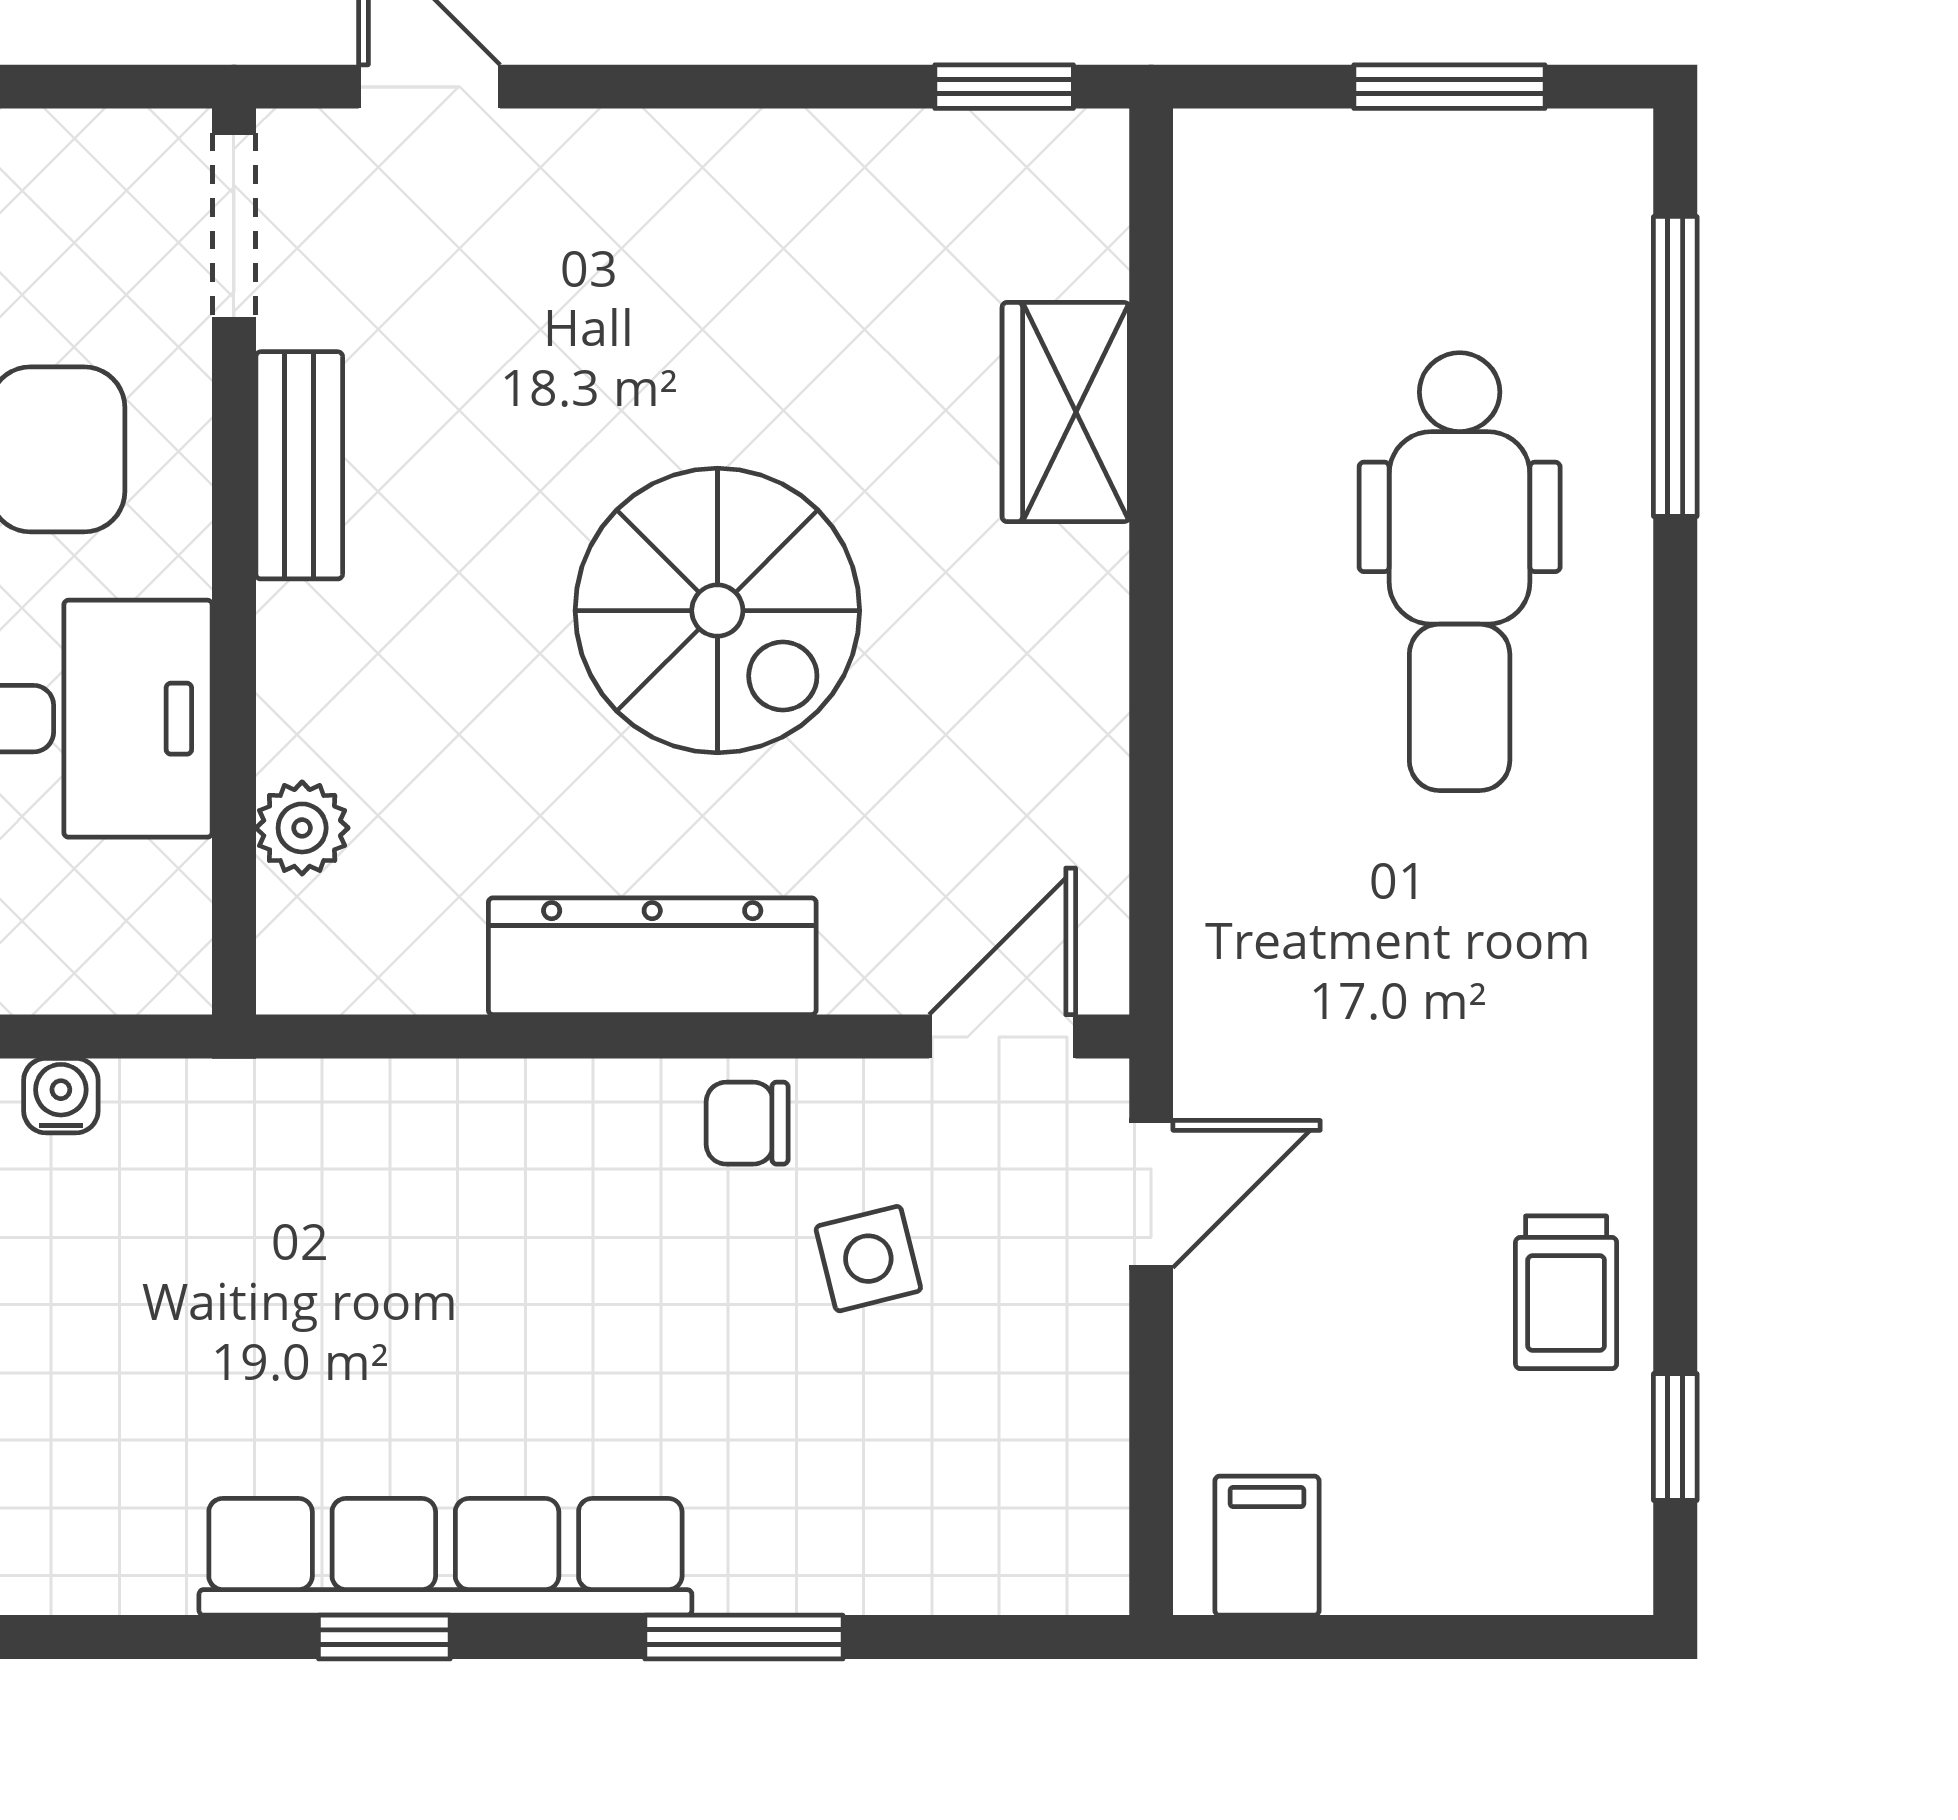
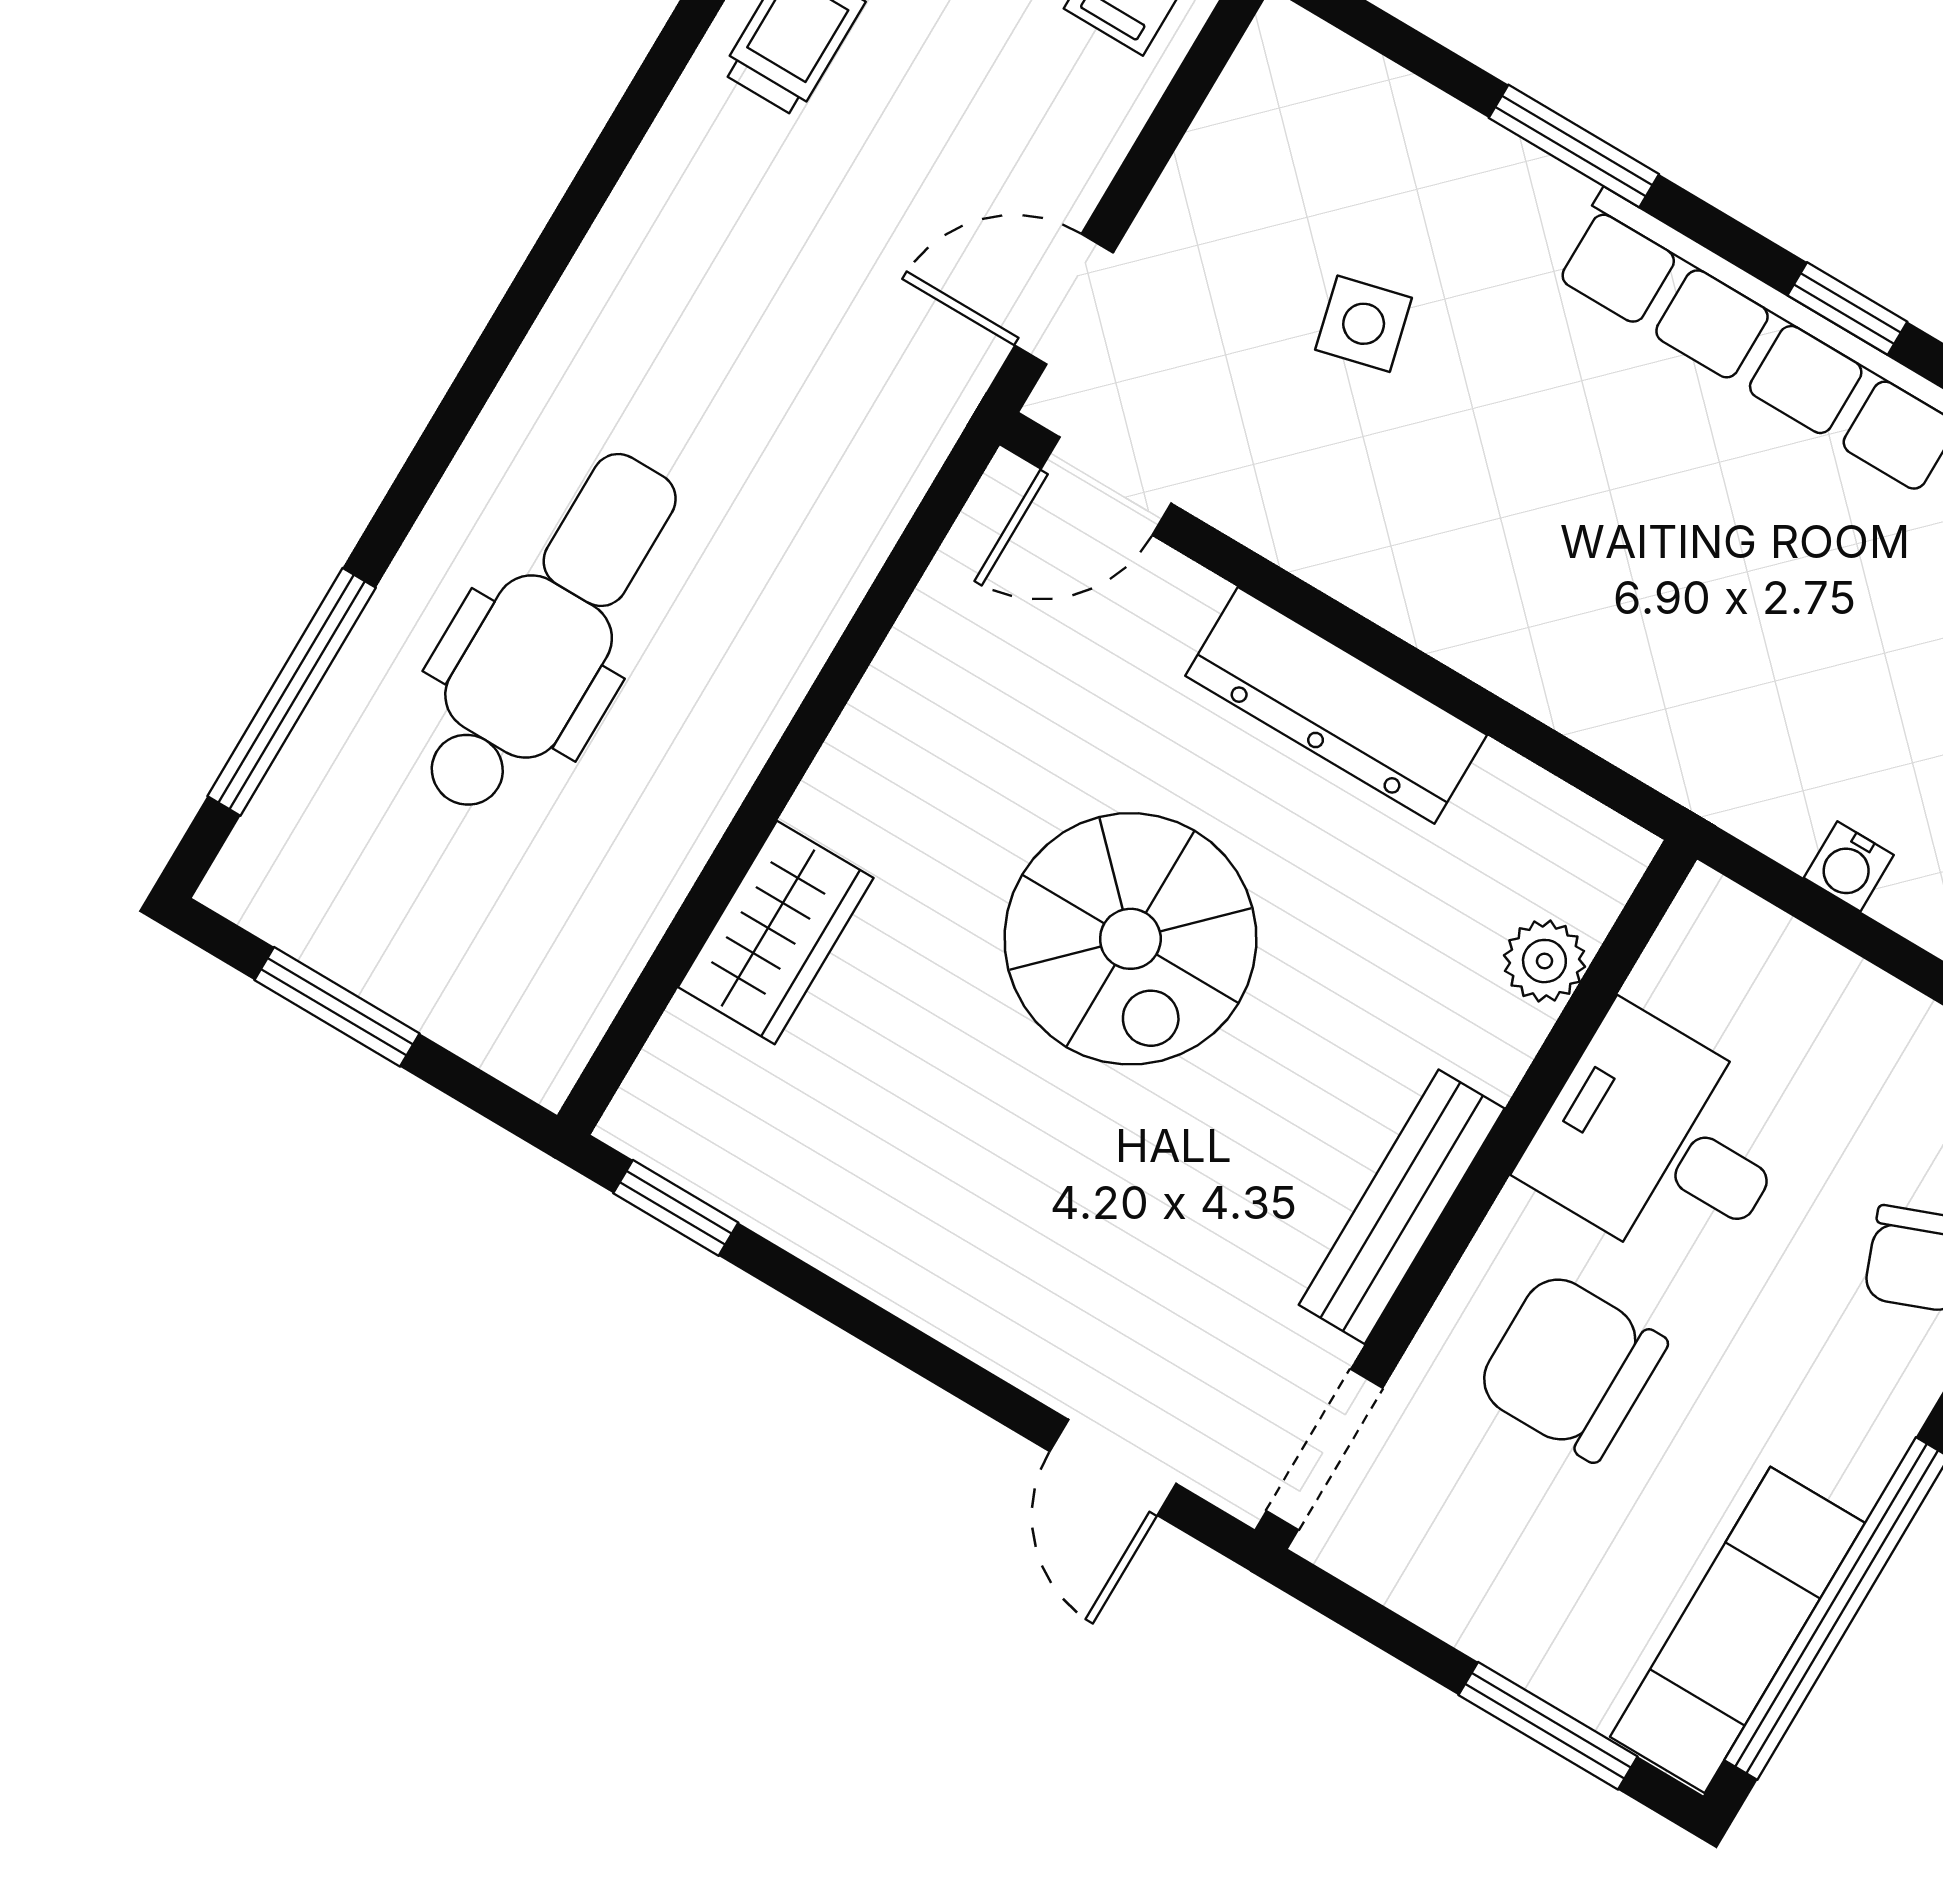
bench: (299, 465) -> (1402, 1207), width x1.36
spiral stairs: (717, 611) -> (1130, 939), turned 180
chair: (747, 1123) -> (1339, 536), removed
side table: (868, 1259) -> (1364, 324), moved

